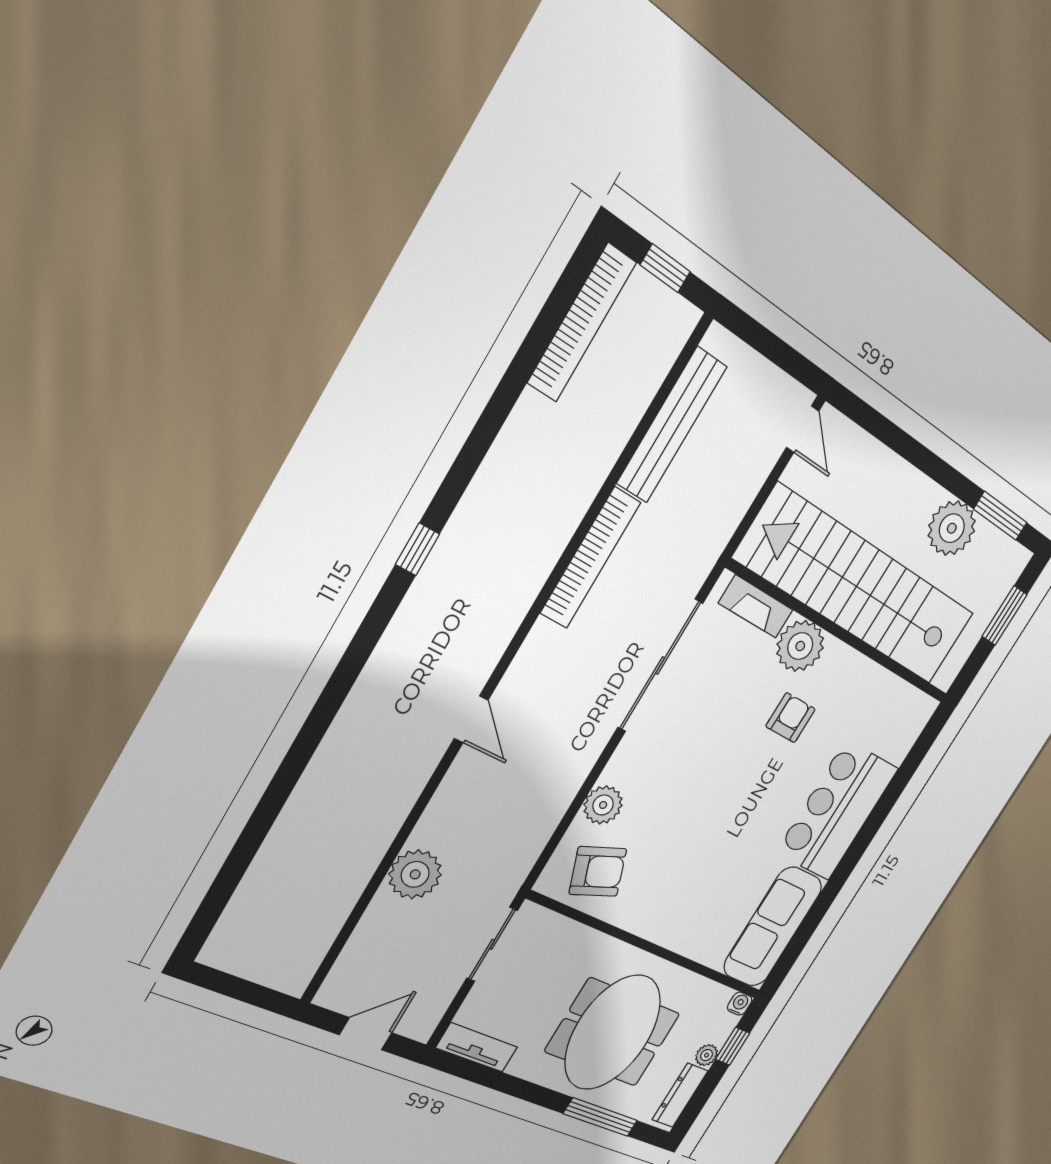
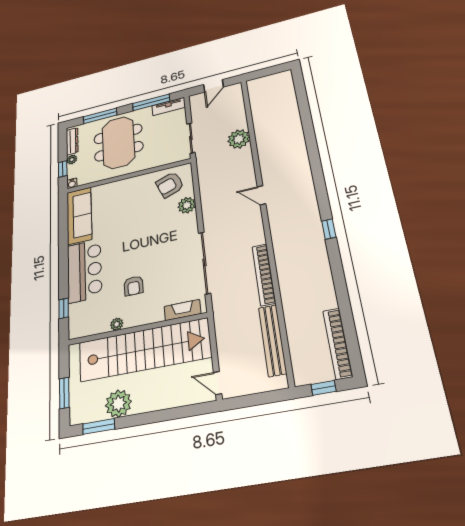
plant: (800, 646) -> (117, 324), moved, width x0.53, depth x0.53
window: (910, 766) -> (64, 308), added
window: (498, 1081) -> (151, 102), added

